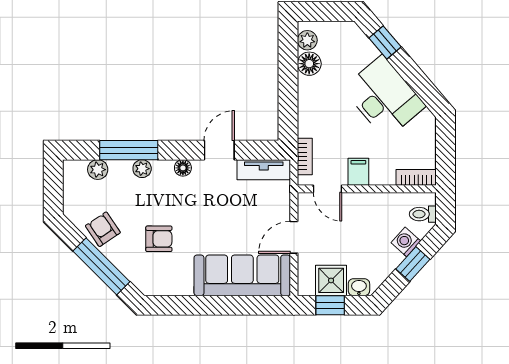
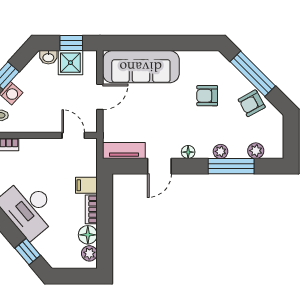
bookcase: (305, 156) -> (91, 209), moved
filing cabinet: (358, 172) -> (86, 185), moved, turned 90
armchair: (103, 229) -> (252, 103), turned 95

